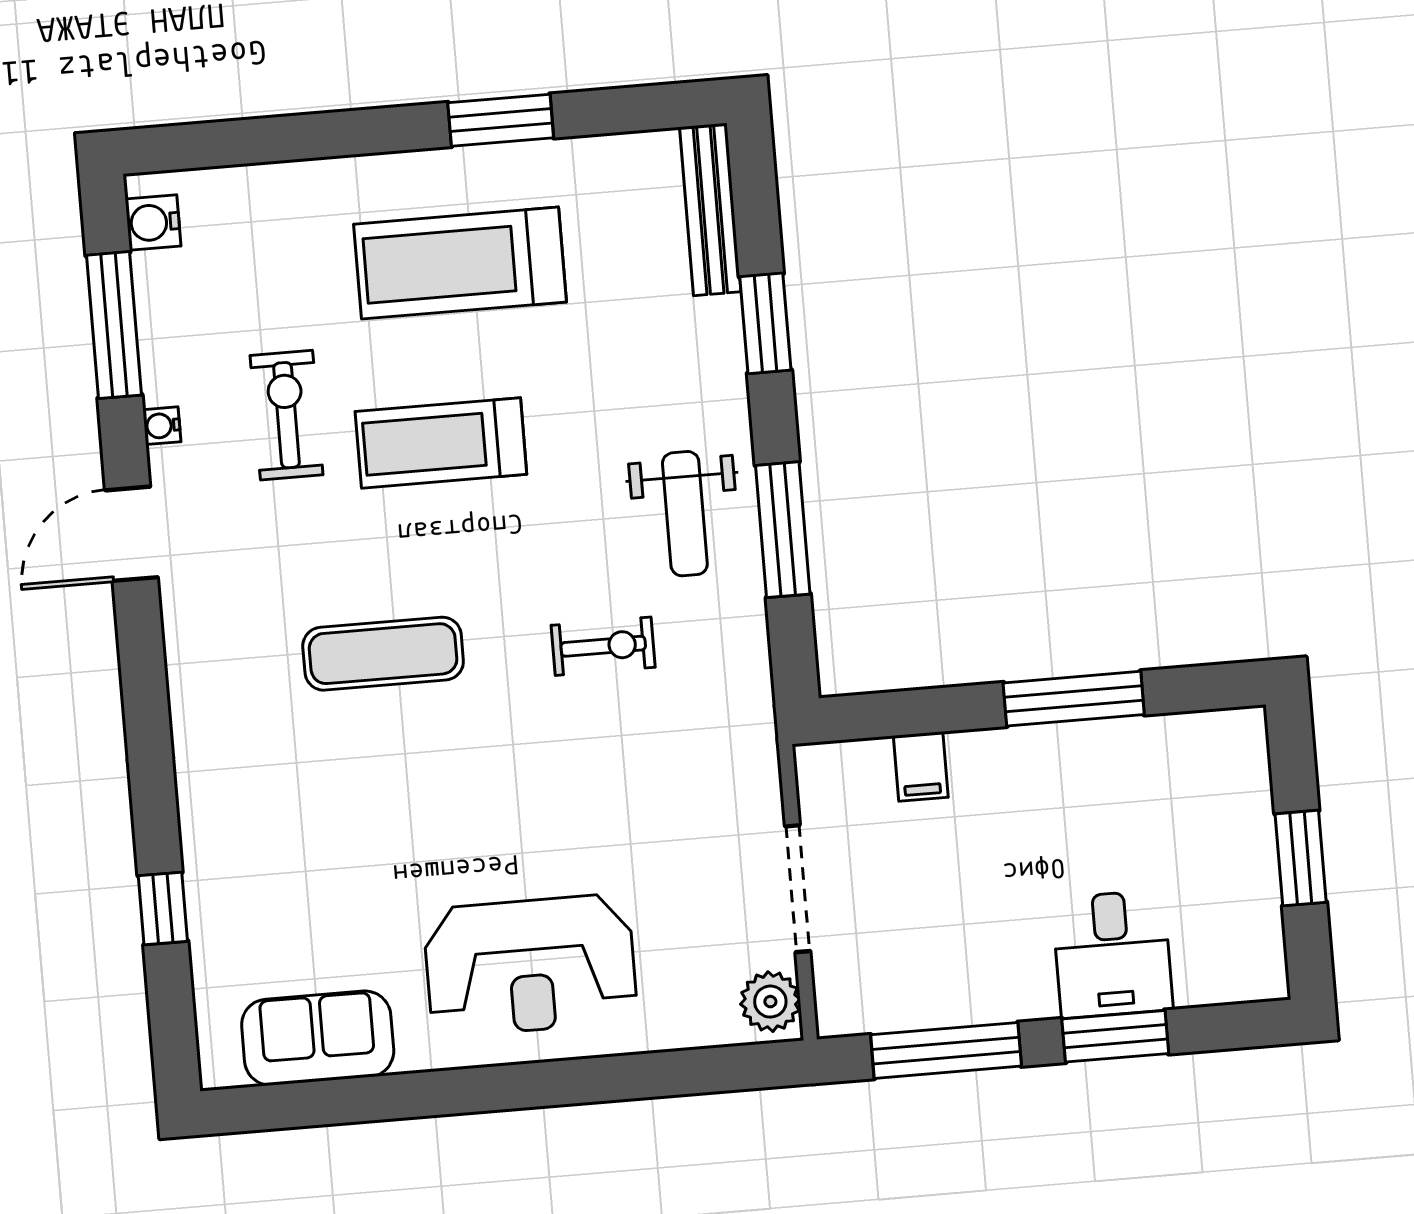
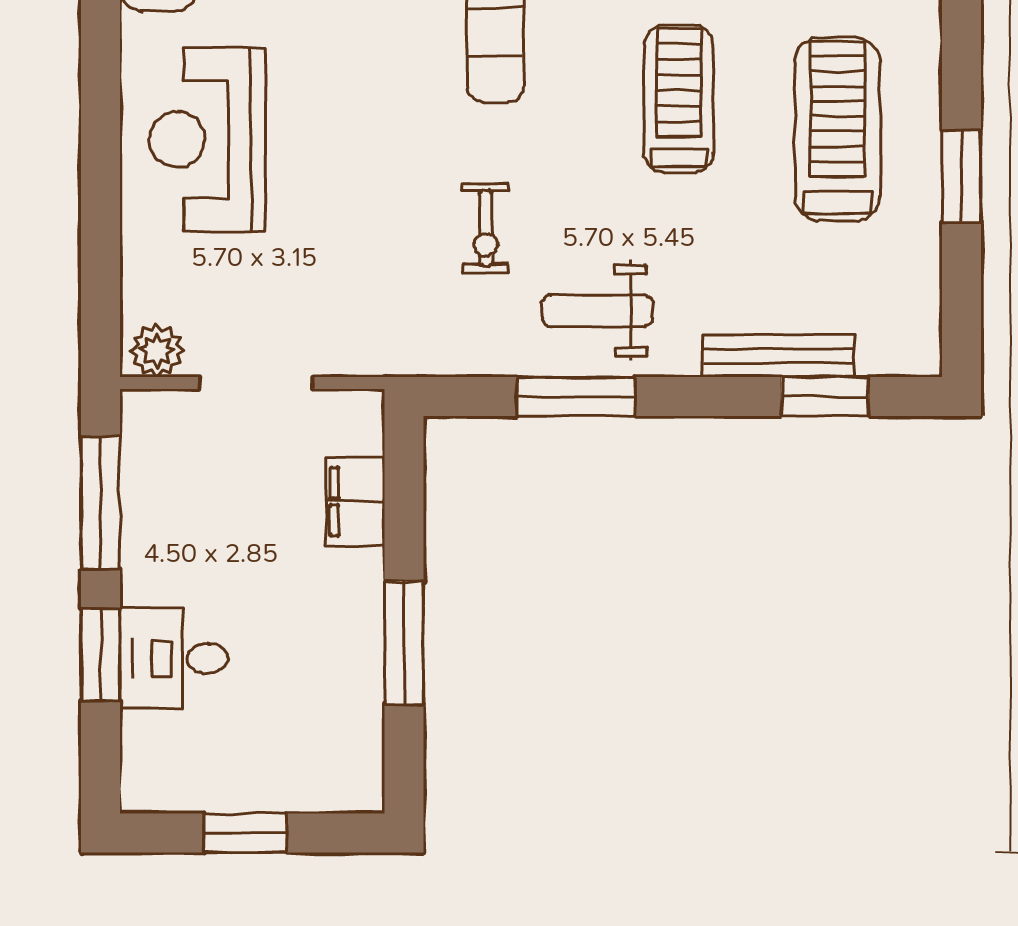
bench: (710, 209) -> (778, 356), moved
window: (765, 323) -> (825, 397), moved
filing cabinet: (921, 766) -> (355, 502), width x2.00

